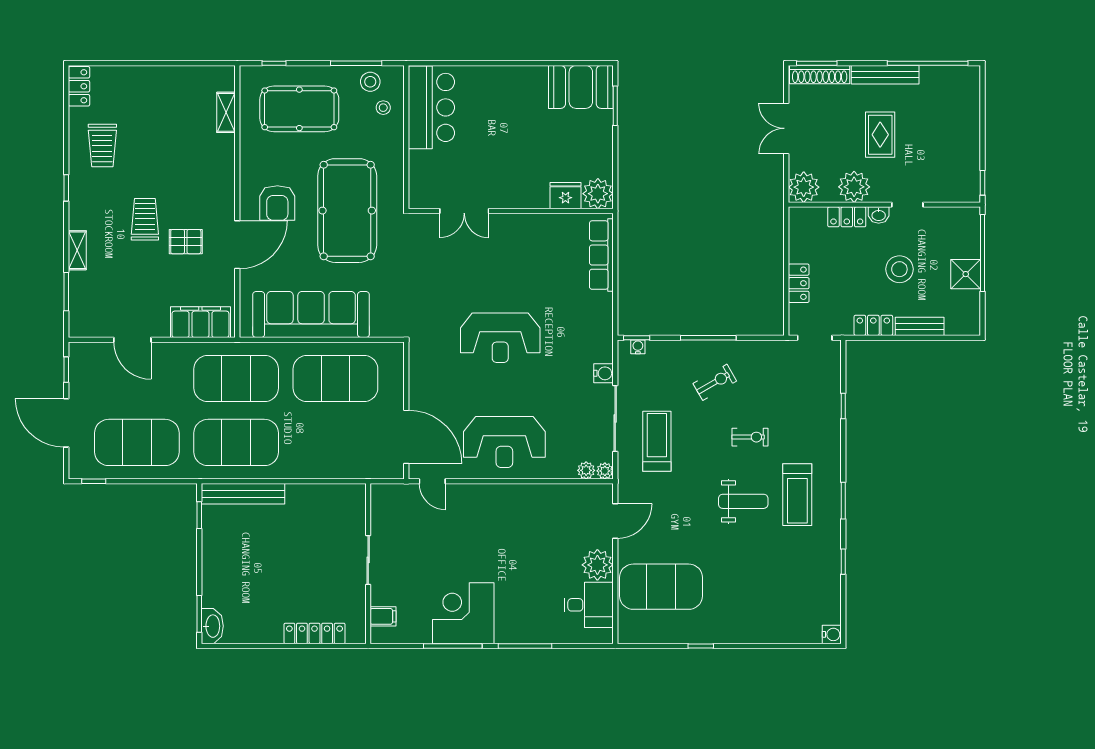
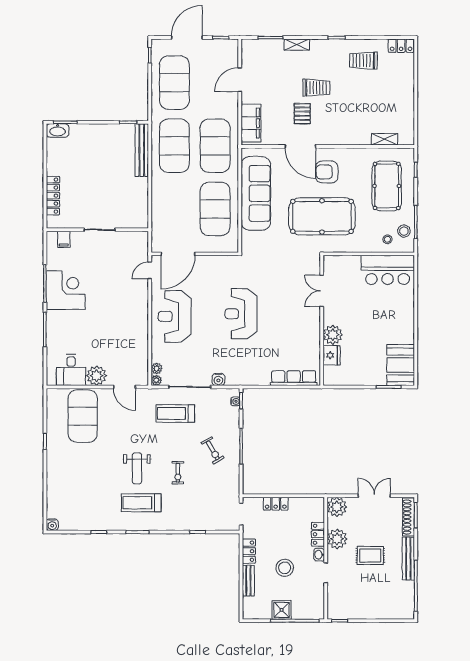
plant: (598, 194) -> (333, 335), moved
treadmill: (657, 441) -> (175, 413), turned 180

